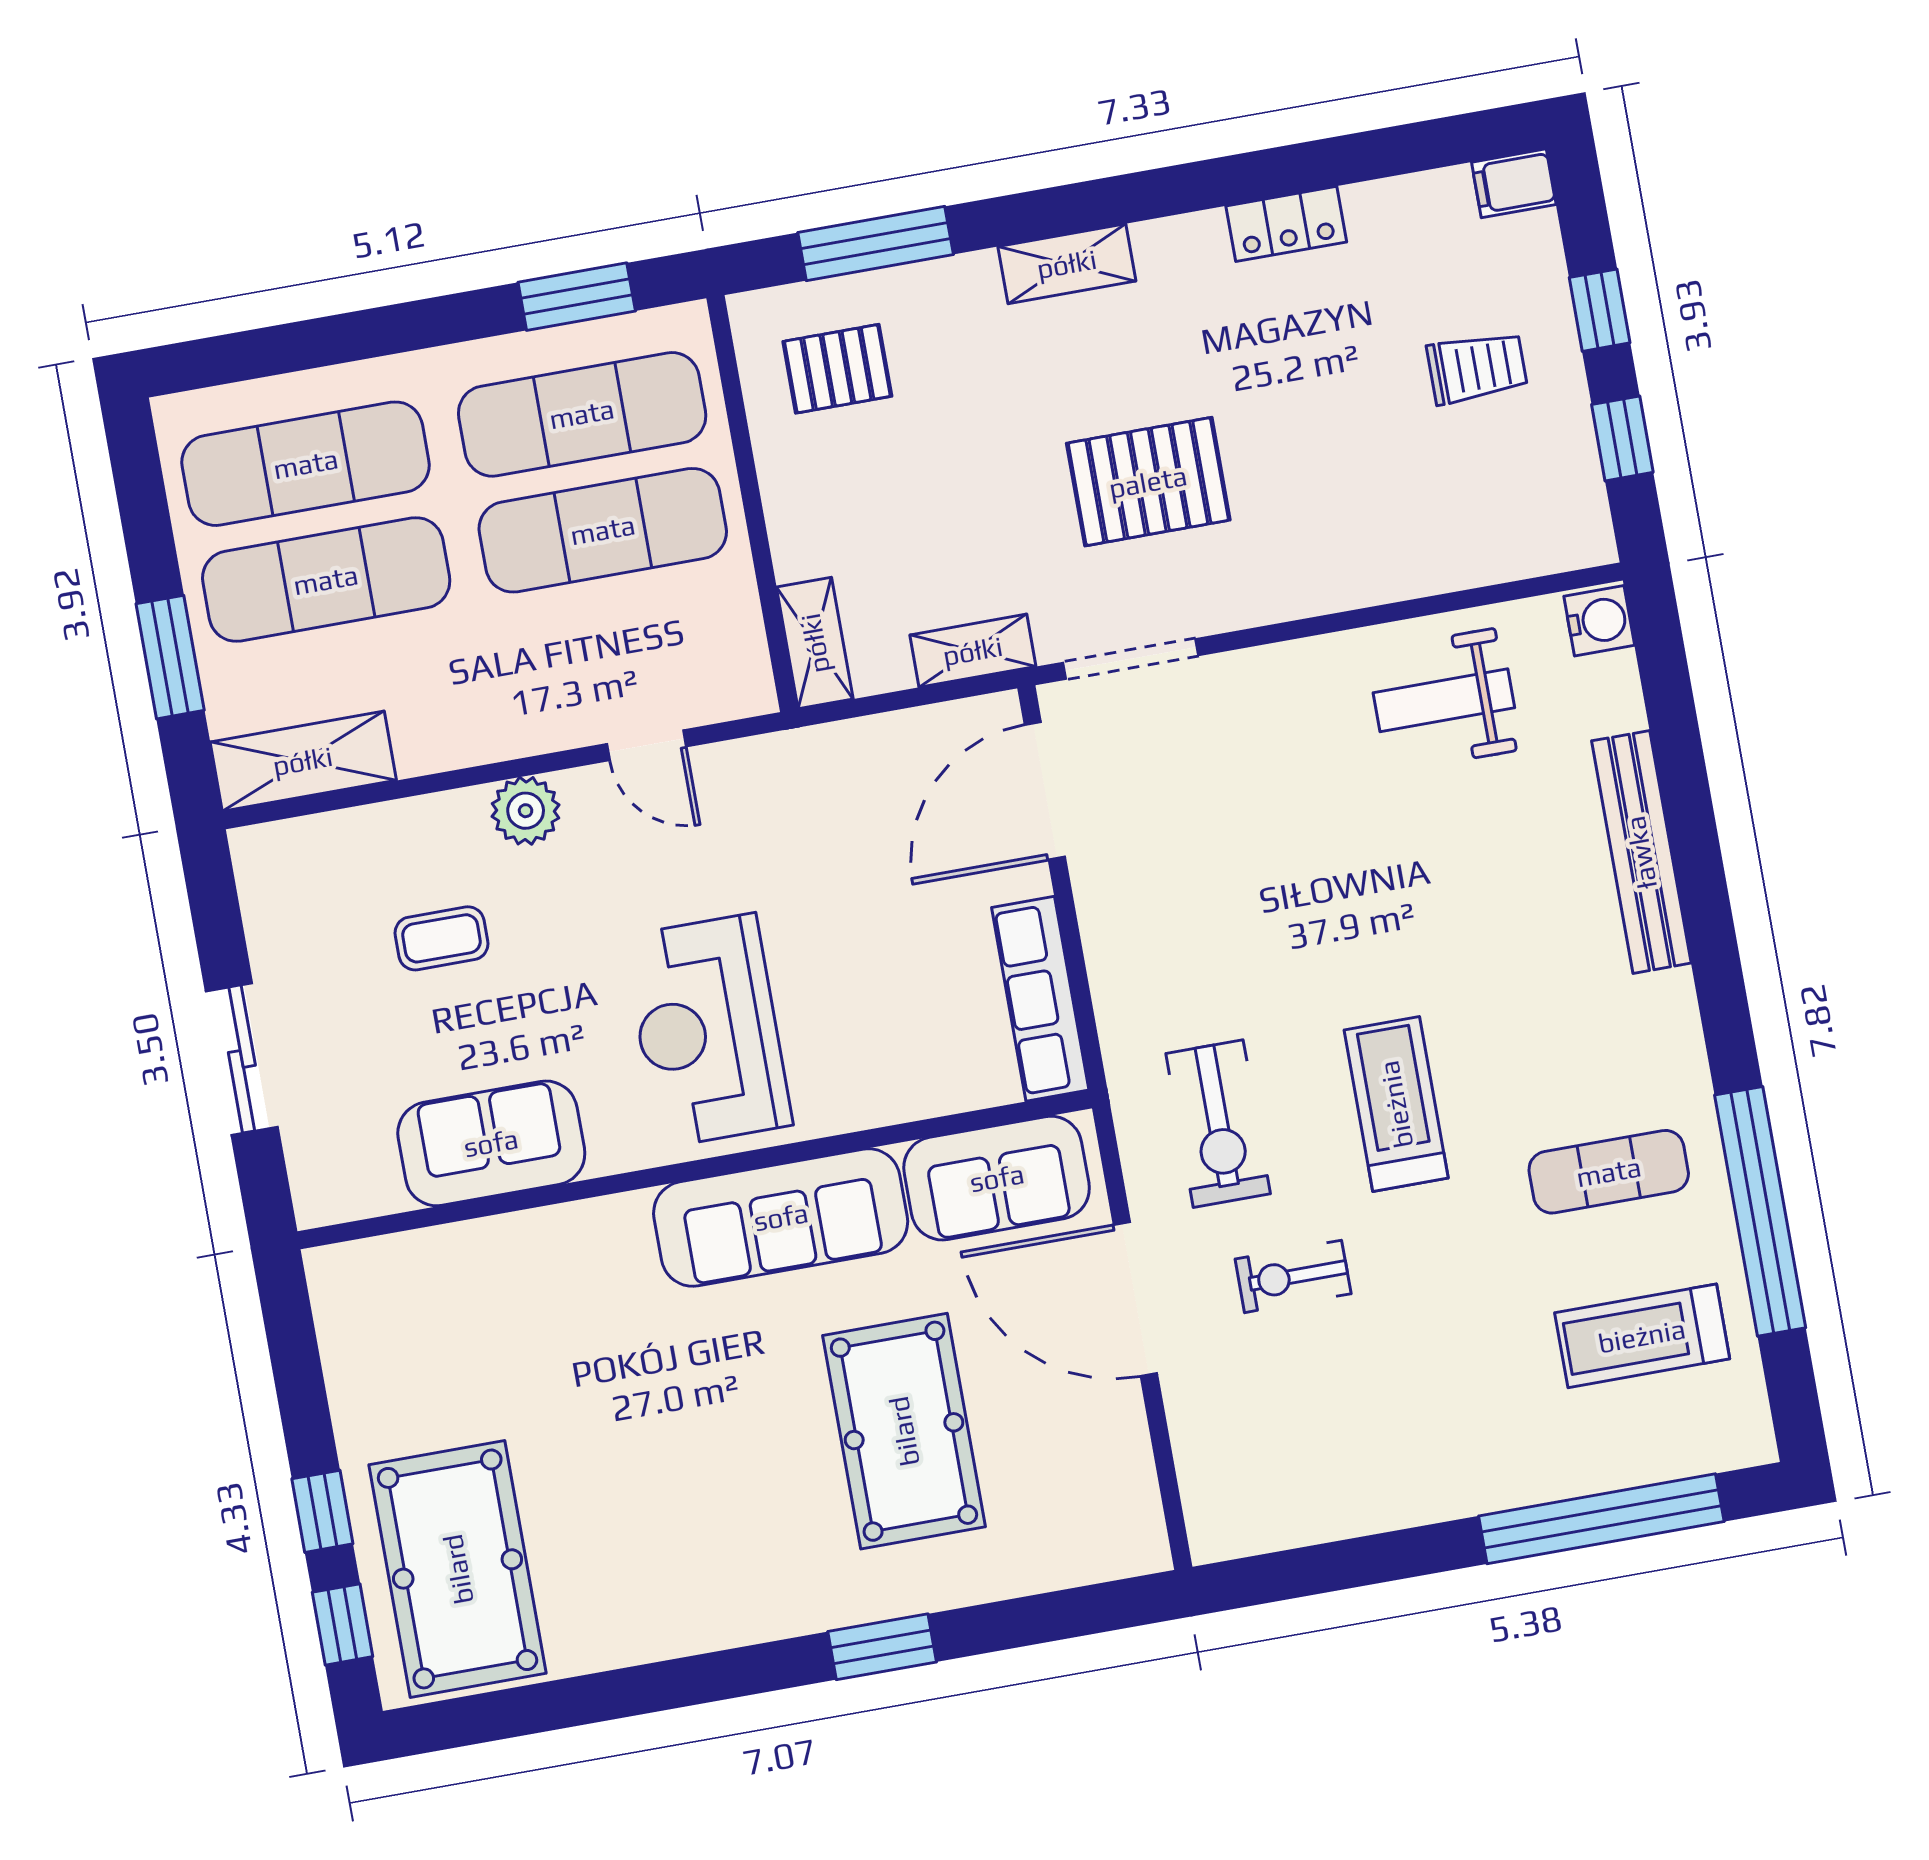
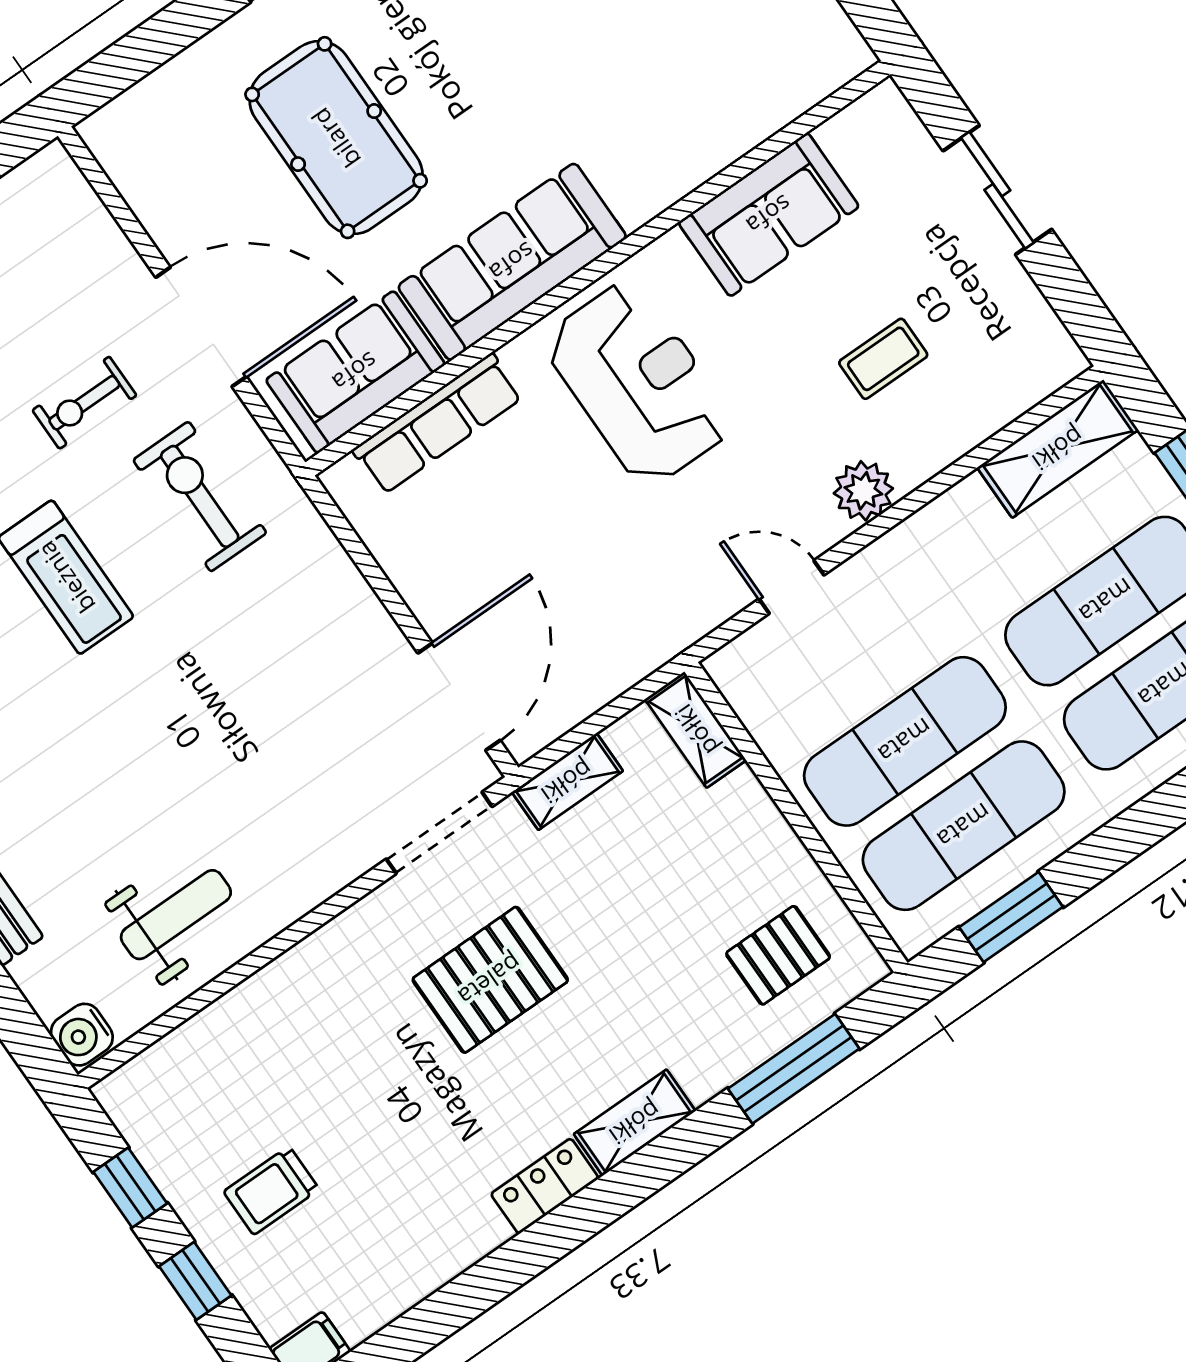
locker: (1286, 224) -> (545, 1186), moved
row of seats: (1040, 999) -> (438, 424), moved, turned 90
exercise bike: (1293, 1276) -> (84, 403), turned 180

